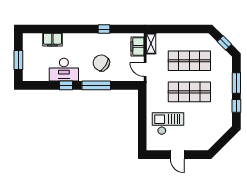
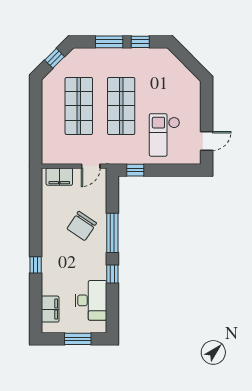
window: (104, 29) -> (36, 265), moved
filing cabinet: (52, 40) -> (50, 309), moved
shelving: (151, 44) -> (55, 158), removed
desk: (64, 70) -> (91, 300), moved
window: (142, 102) -> (135, 170), added
door: (177, 155) -> (207, 141), moved

